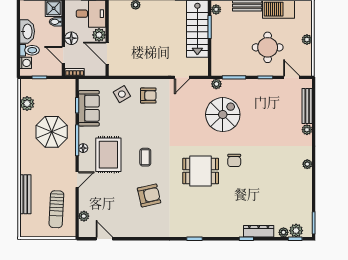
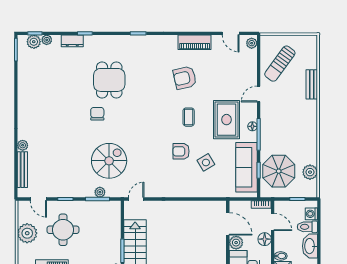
plant: (307, 40) -> (27, 233), width x1.88, depth x1.88
door: (182, 77) -> (136, 199), moved
plant: (216, 84) -> (100, 192), moved
side table: (122, 94) -> (206, 162), moved
armchair: (148, 96) -> (181, 151), moved
sofa: (89, 108) -> (246, 167), width x1.36
spiral stairs: (223, 115) -> (109, 161), turned 180
parasol: (52, 132) -> (279, 171), moved
plant: (307, 164) -> (22, 110), removed
dining table: (201, 171) -> (109, 80), moved, turned 90
bench: (25, 194) -> (312, 84), width x0.73
sun lounger: (56, 209) -> (280, 64), turned -147
plant: (84, 216) -> (252, 43), moved
piano: (139, 230) -> (195, 42), added
dresser: (259, 231) -> (72, 41), width x0.70

